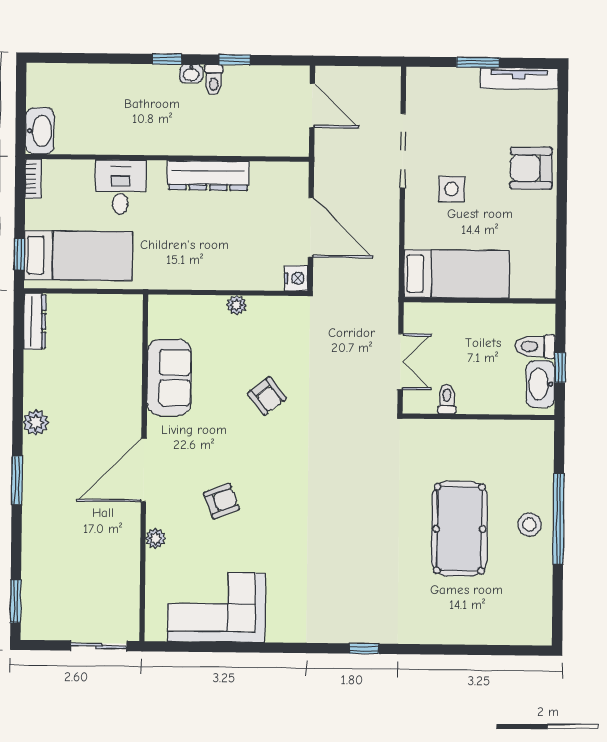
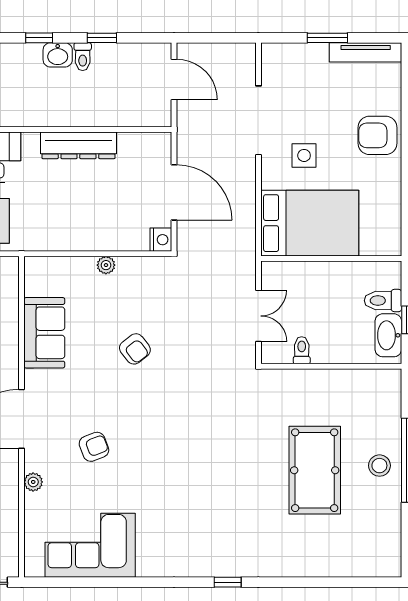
washbasin: (191, 74) -> (58, 55), width x1.38, depth x1.45
bed: (457, 274) -> (310, 223), width x1.50

